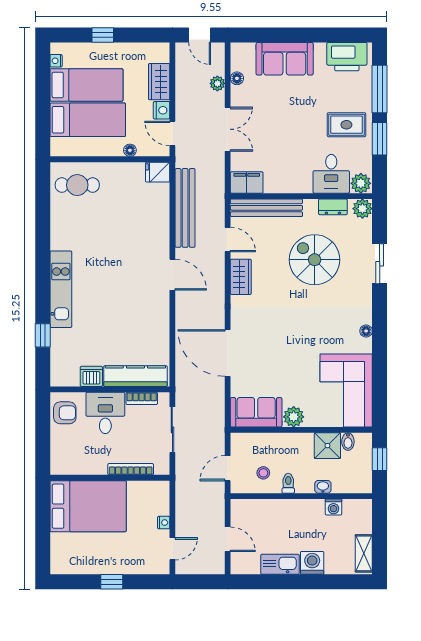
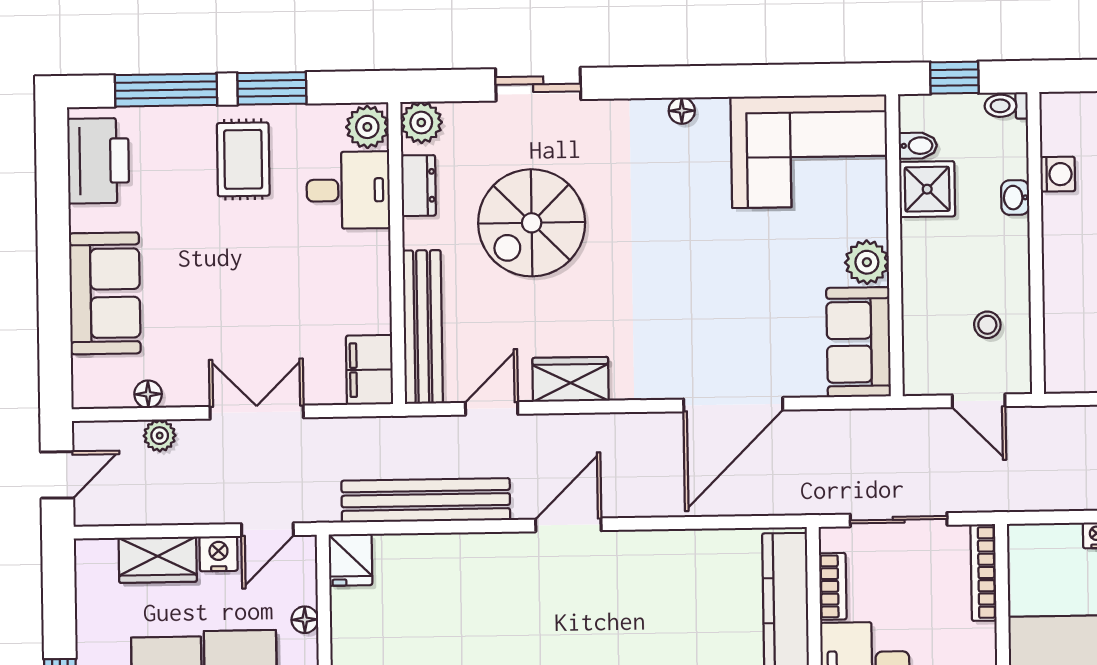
bookcase: (131, 469) -> (983, 573), moved
toilet: (288, 483) -> (1006, 106), moved

